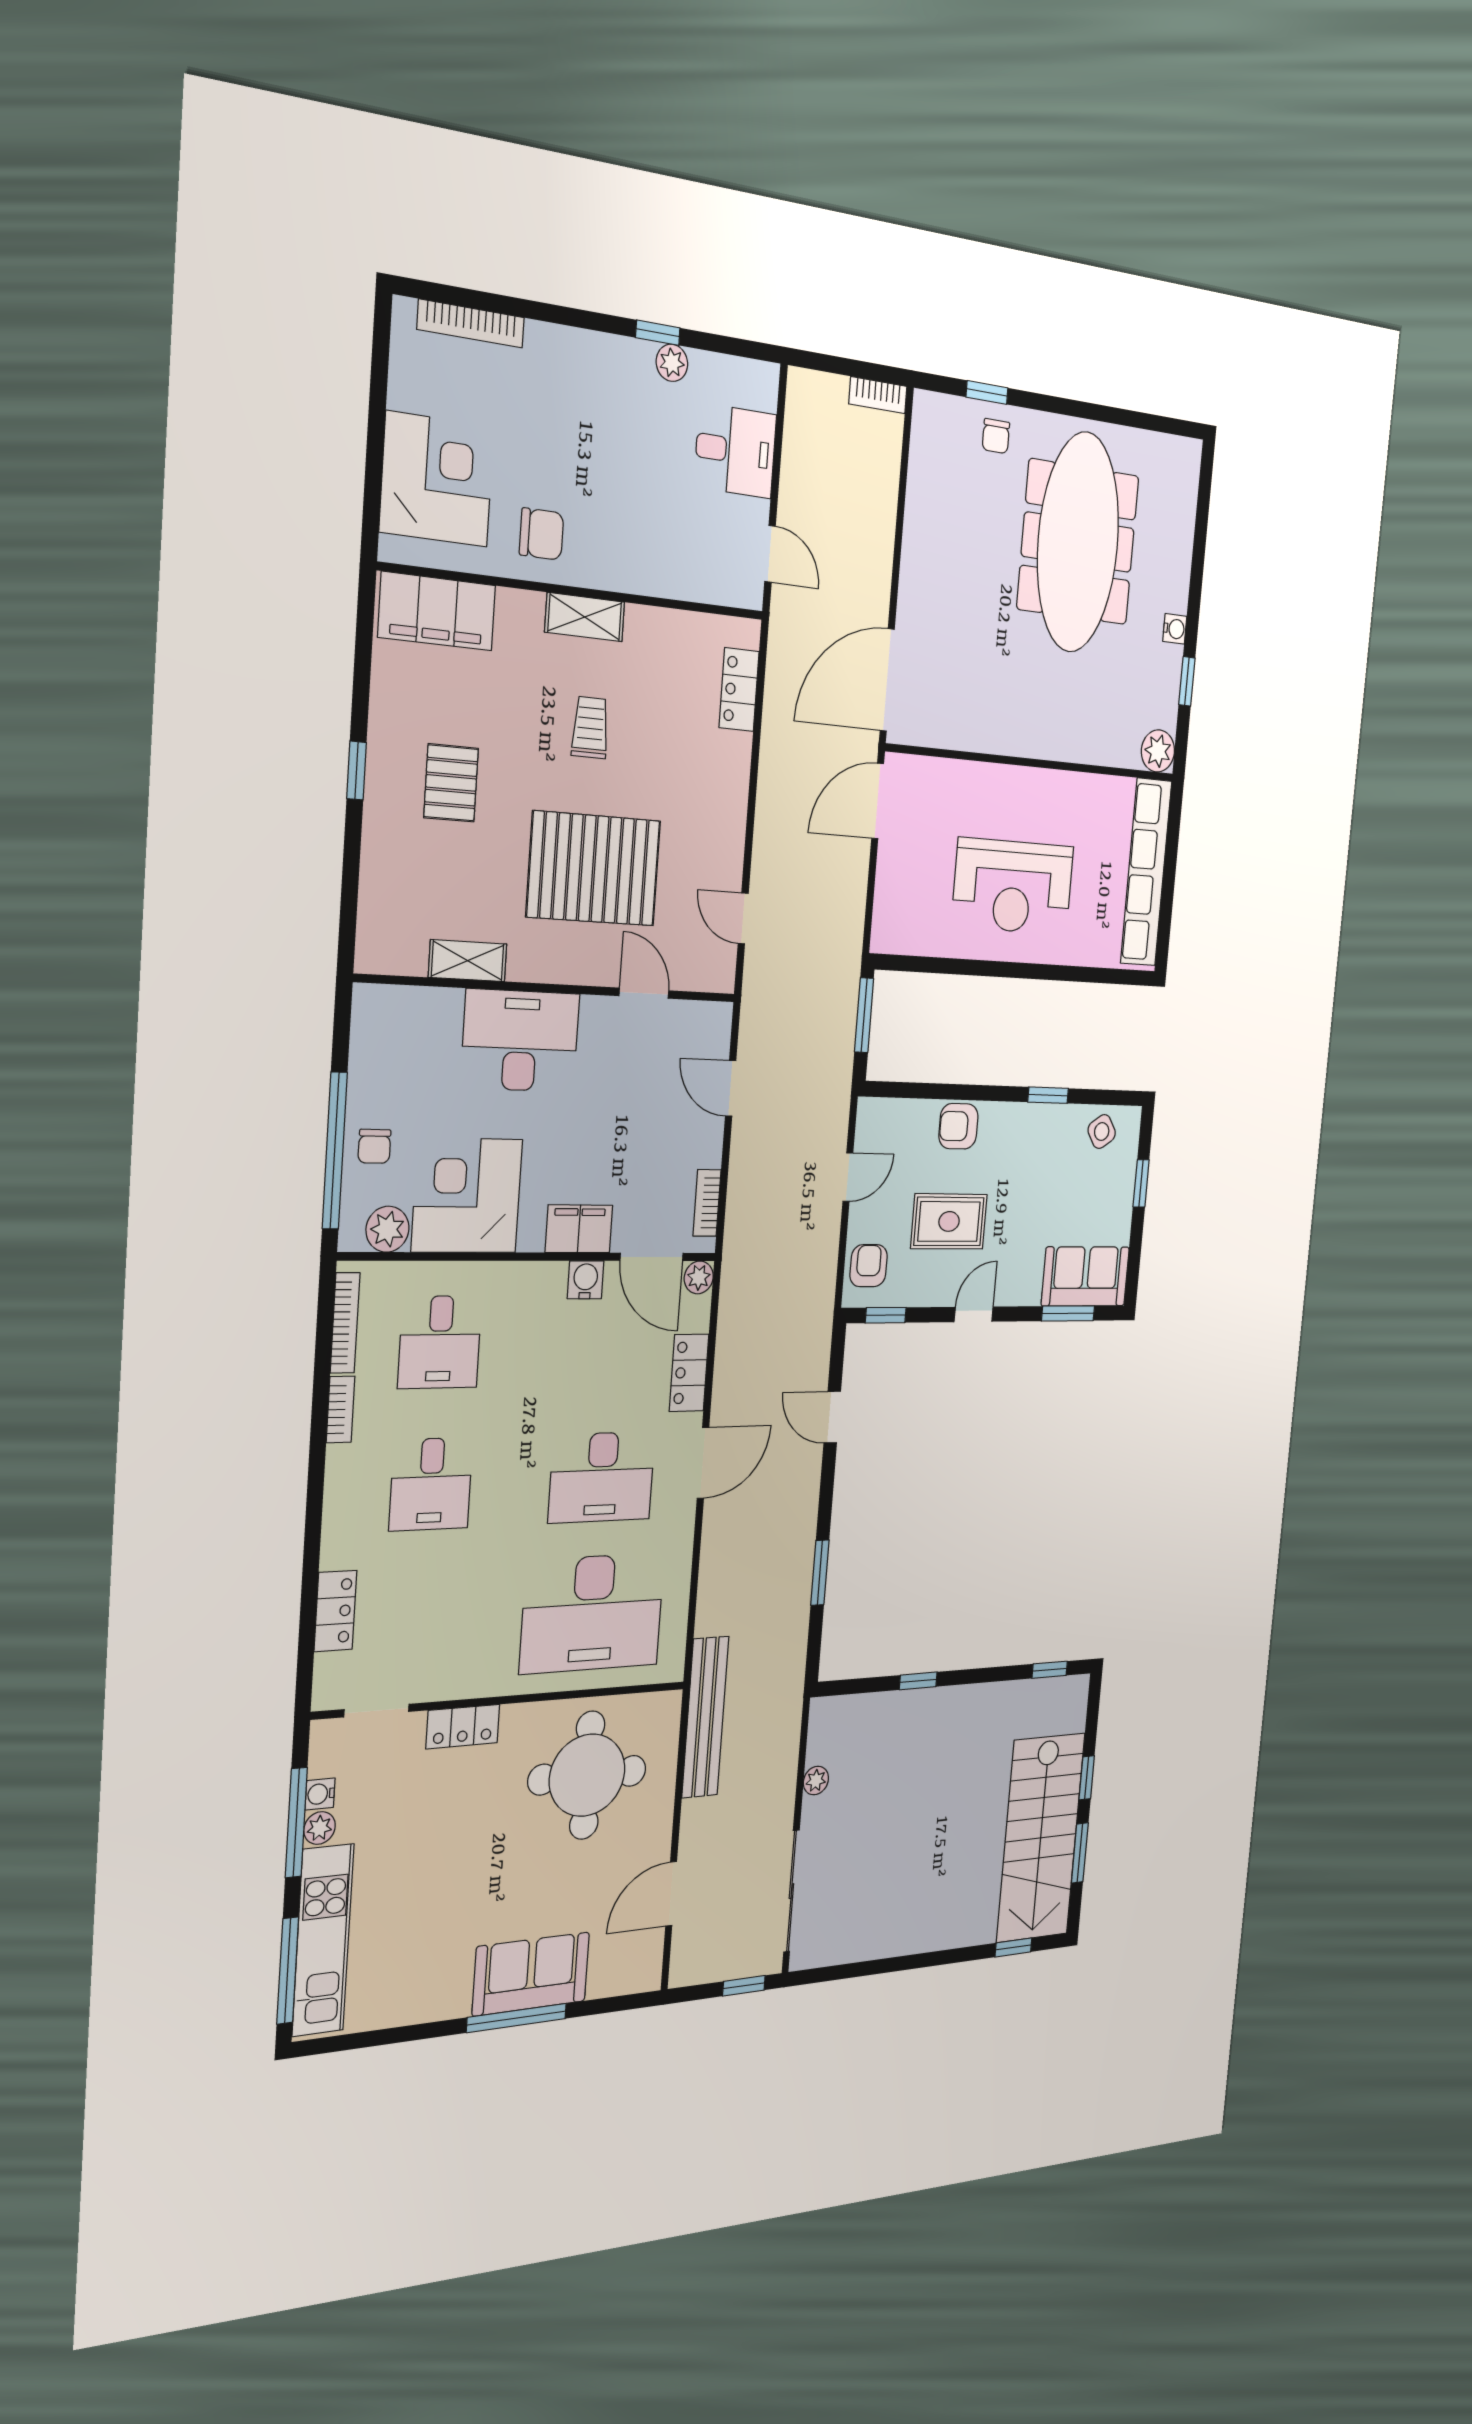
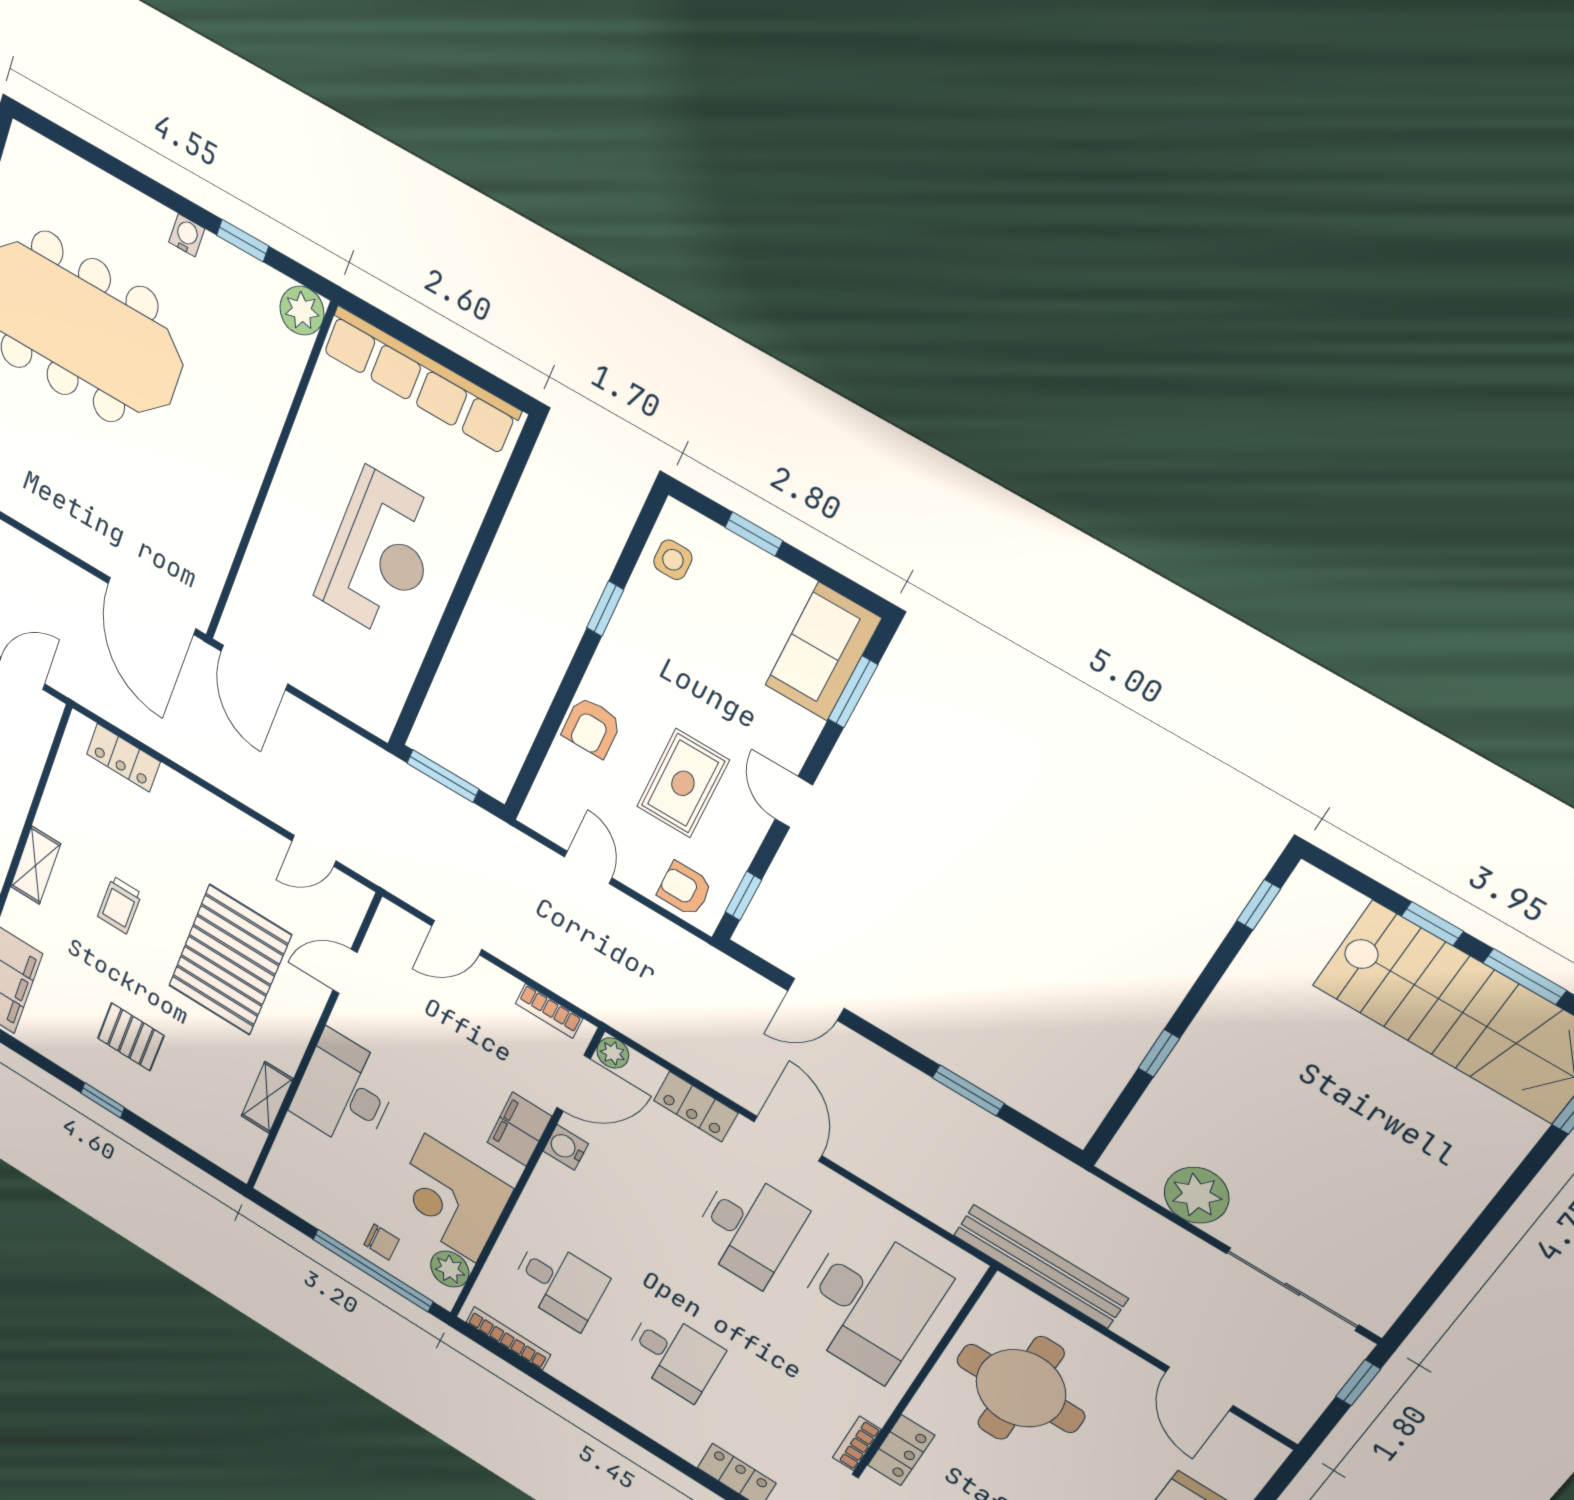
trolley: (590, 728) -> (120, 905), turned -90
side table: (1102, 1132) -> (673, 560), turned 33
bookcase: (341, 1409) -> (857, 1444), moved, turned -90
plant: (816, 1781) -> (1197, 1195), width x1.87, depth x1.87

